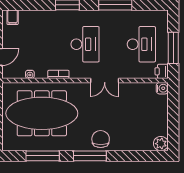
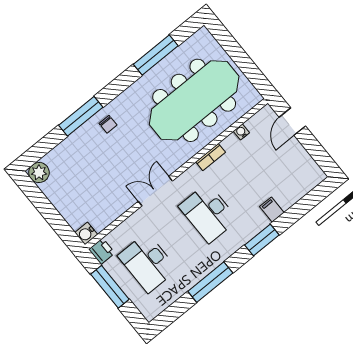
filing cabinet: (13, 17) -> (272, 210), moved
chair: (101, 139) -> (108, 124), width x0.54, depth x0.54
window: (90, 156) -> (81, 116), moved

